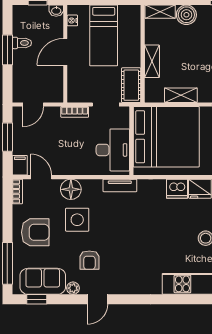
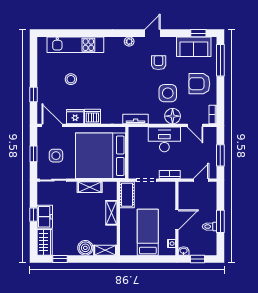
desk: (113, 150) -> (164, 139), moved, turned 90
filing cabinet: (20, 165) -> (211, 134), removed
plant: (73, 288) -> (129, 41), moved

